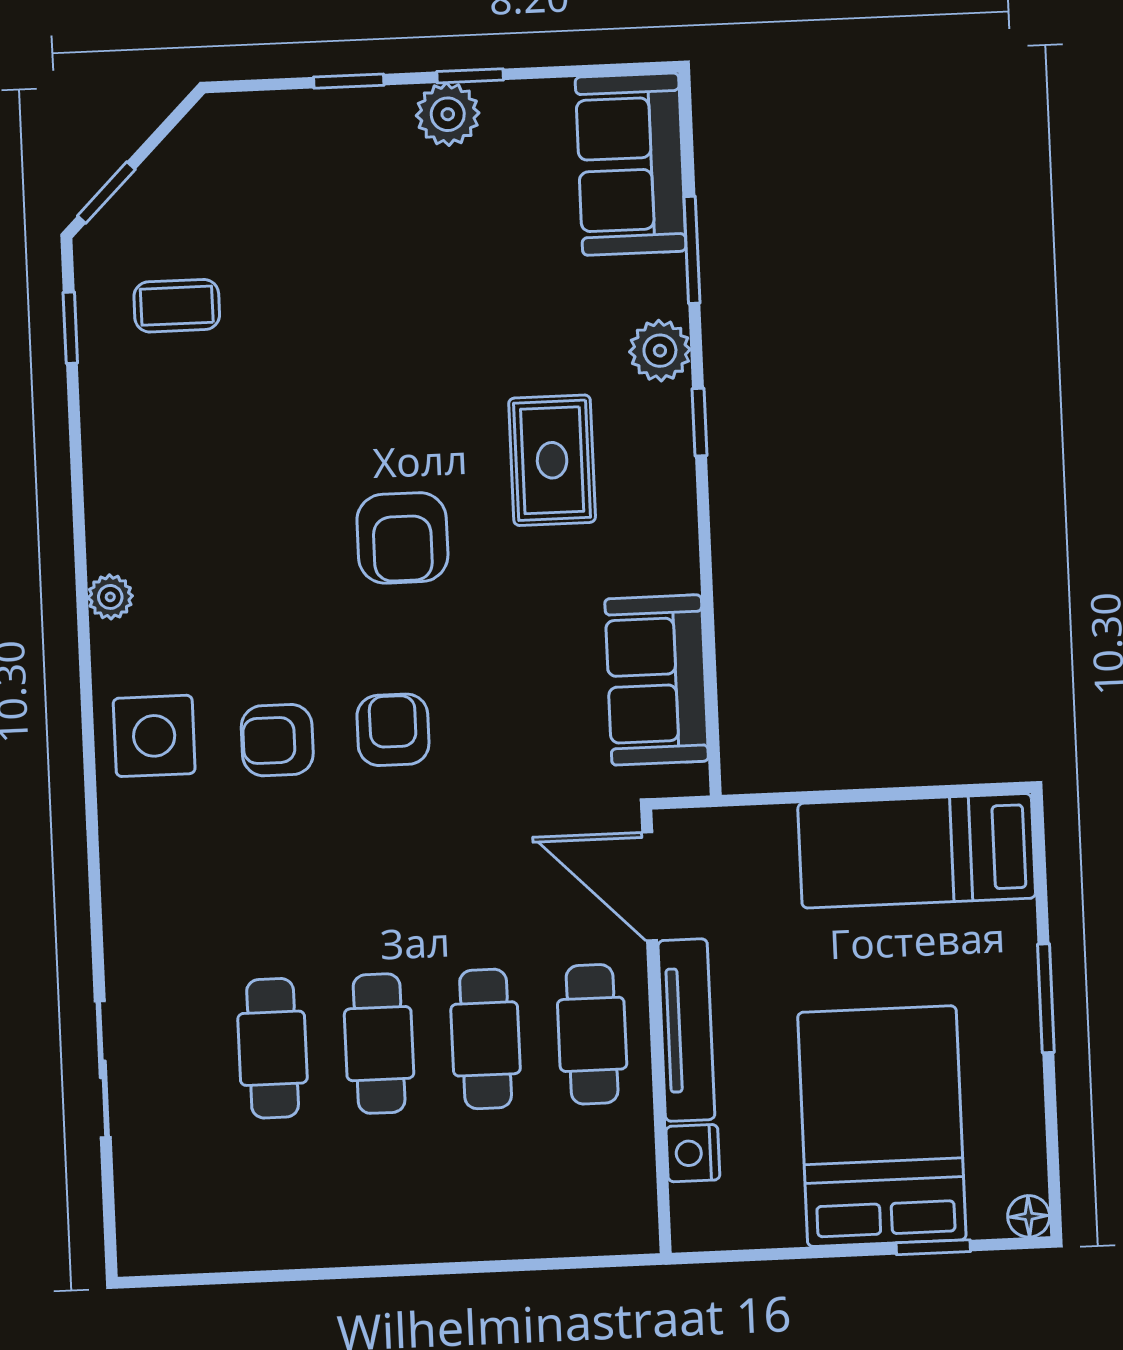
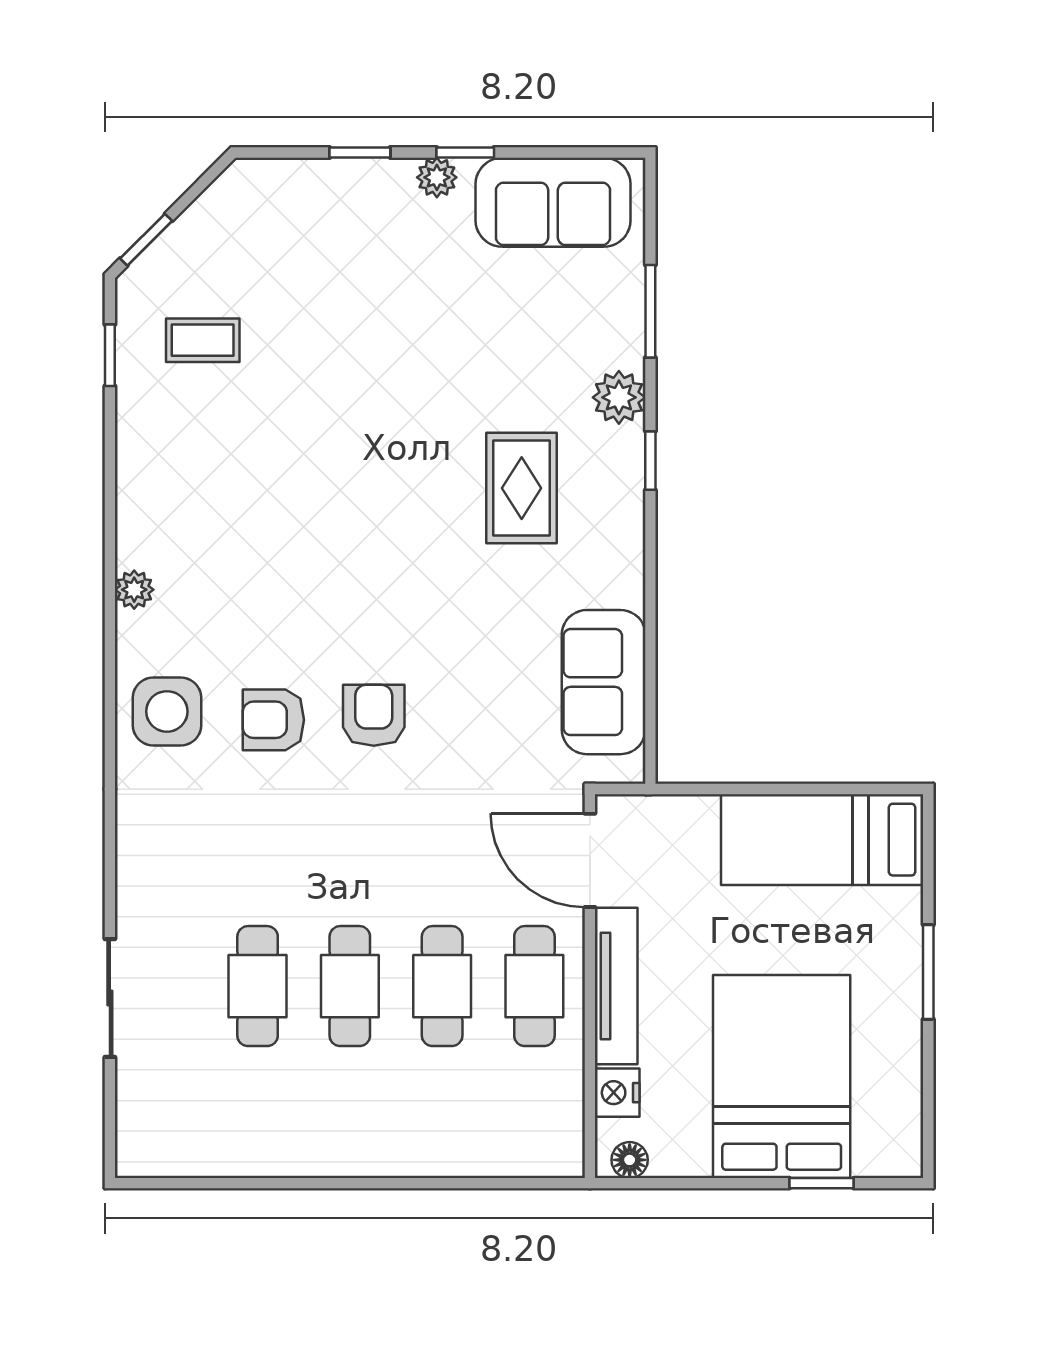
plant: (448, 114) -> (437, 177), width x0.73, depth x0.73
sofa: (631, 164) -> (553, 202), moved, turned -90
armchair: (402, 538) -> (389, 550), removed
floor lamp: (1029, 1216) -> (630, 1160), moved

